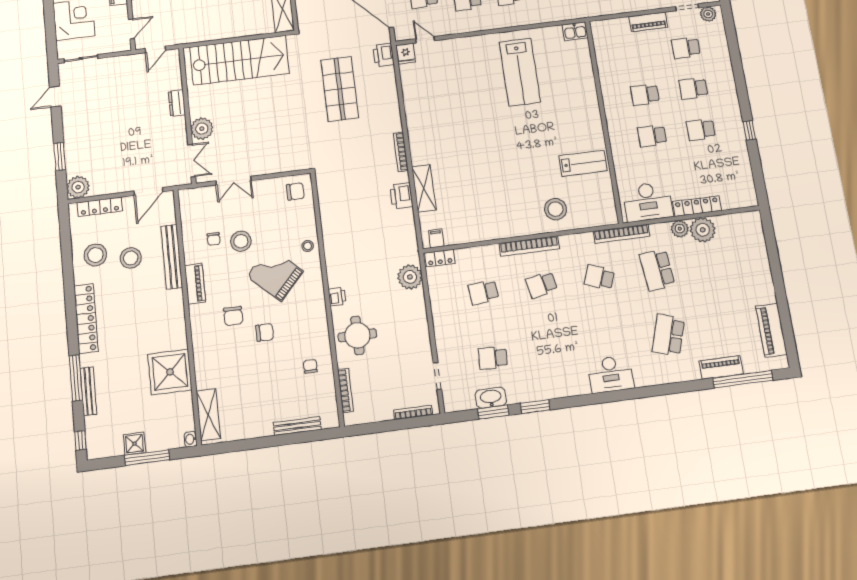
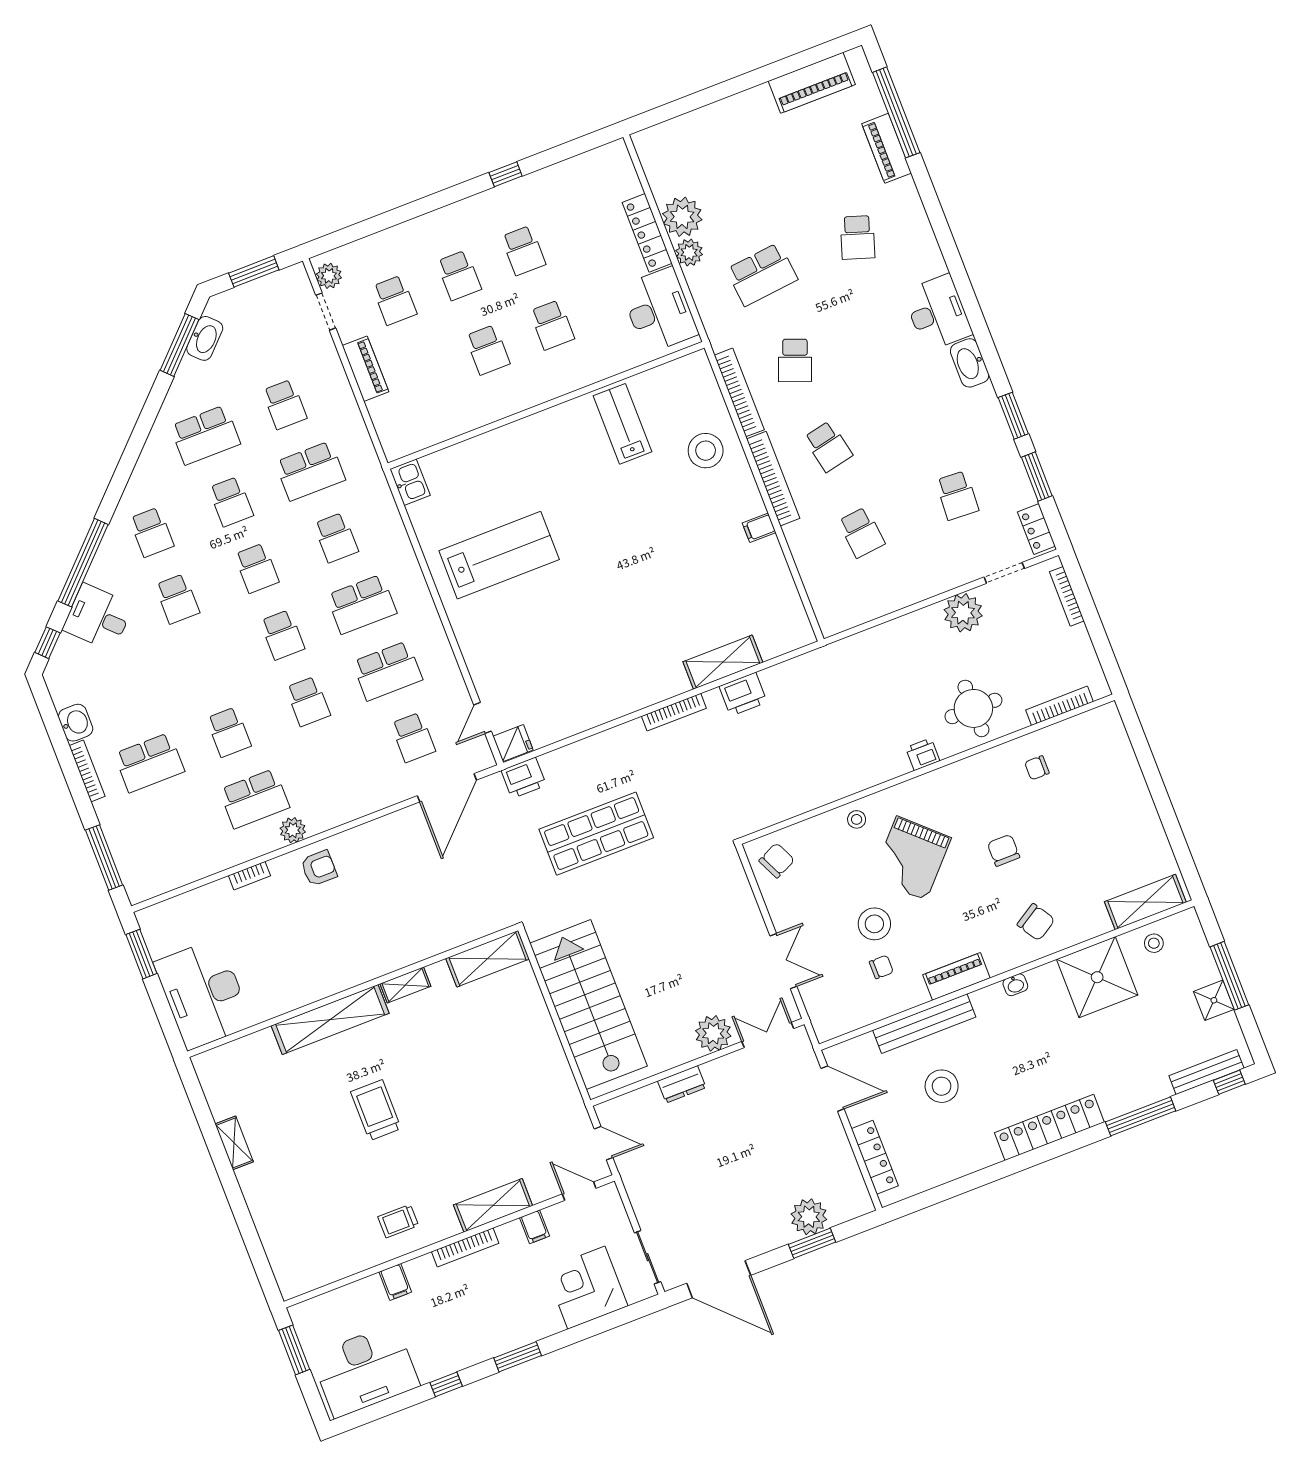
door: (55, 97) -> (719, 1279), width x1.88
plant: (78, 187) -> (809, 1217), moved
chair: (295, 191) -> (777, 860), turned 65
bookcase: (622, 234) -> (739, 392), moved
filing cabinet: (436, 238) -> (759, 528), moved
stool: (95, 255) -> (1154, 943), moved, width x0.53, depth x0.53
locker: (440, 258) -> (1036, 529), moved, turned 180
plant: (410, 277) -> (963, 613), moved
chair: (233, 316) -> (1036, 922), moved, turned 58
school desk: (668, 335) -> (858, 238), width x0.54
bench: (88, 391) -> (1206, 1072), moved
washbasin: (491, 398) -> (970, 363), moved
bench: (297, 426) -> (1129, 765), removed
washbasin: (191, 439) -> (1015, 985), moved

